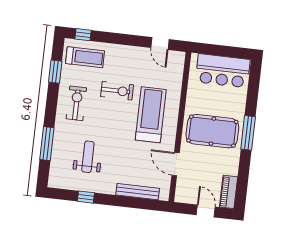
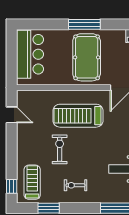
door: (160, 44) -> (12, 115), hinge flipped
exercise bike: (76, 103) -> (75, 185), width x0.73, depth x0.72

